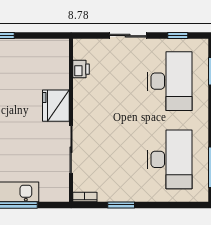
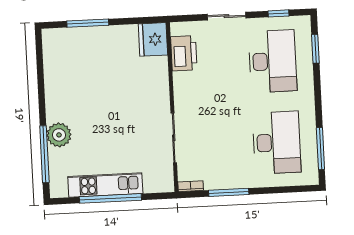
printer: (81, 69) -> (184, 53), width x1.87, depth x1.48
fridge: (56, 106) -> (153, 39), moved
window: (121, 205) -> (229, 192), width x1.44

